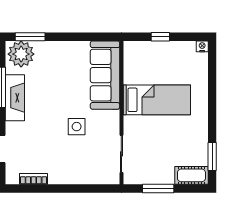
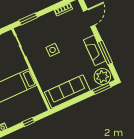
sofa: (105, 75) -> (67, 91), moved, turned -90
window: (92, 189) -> (28, 19), added

